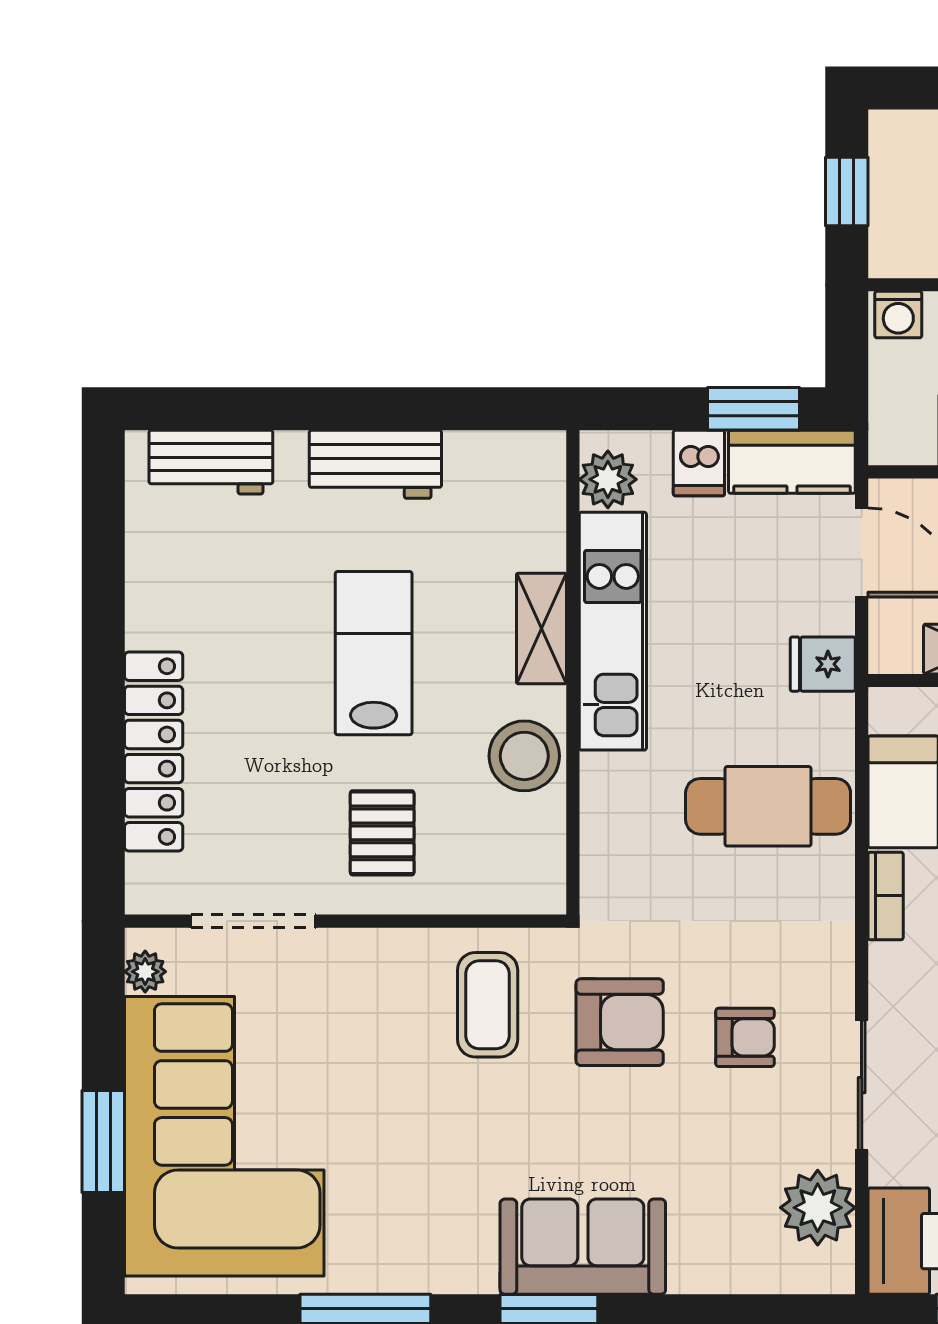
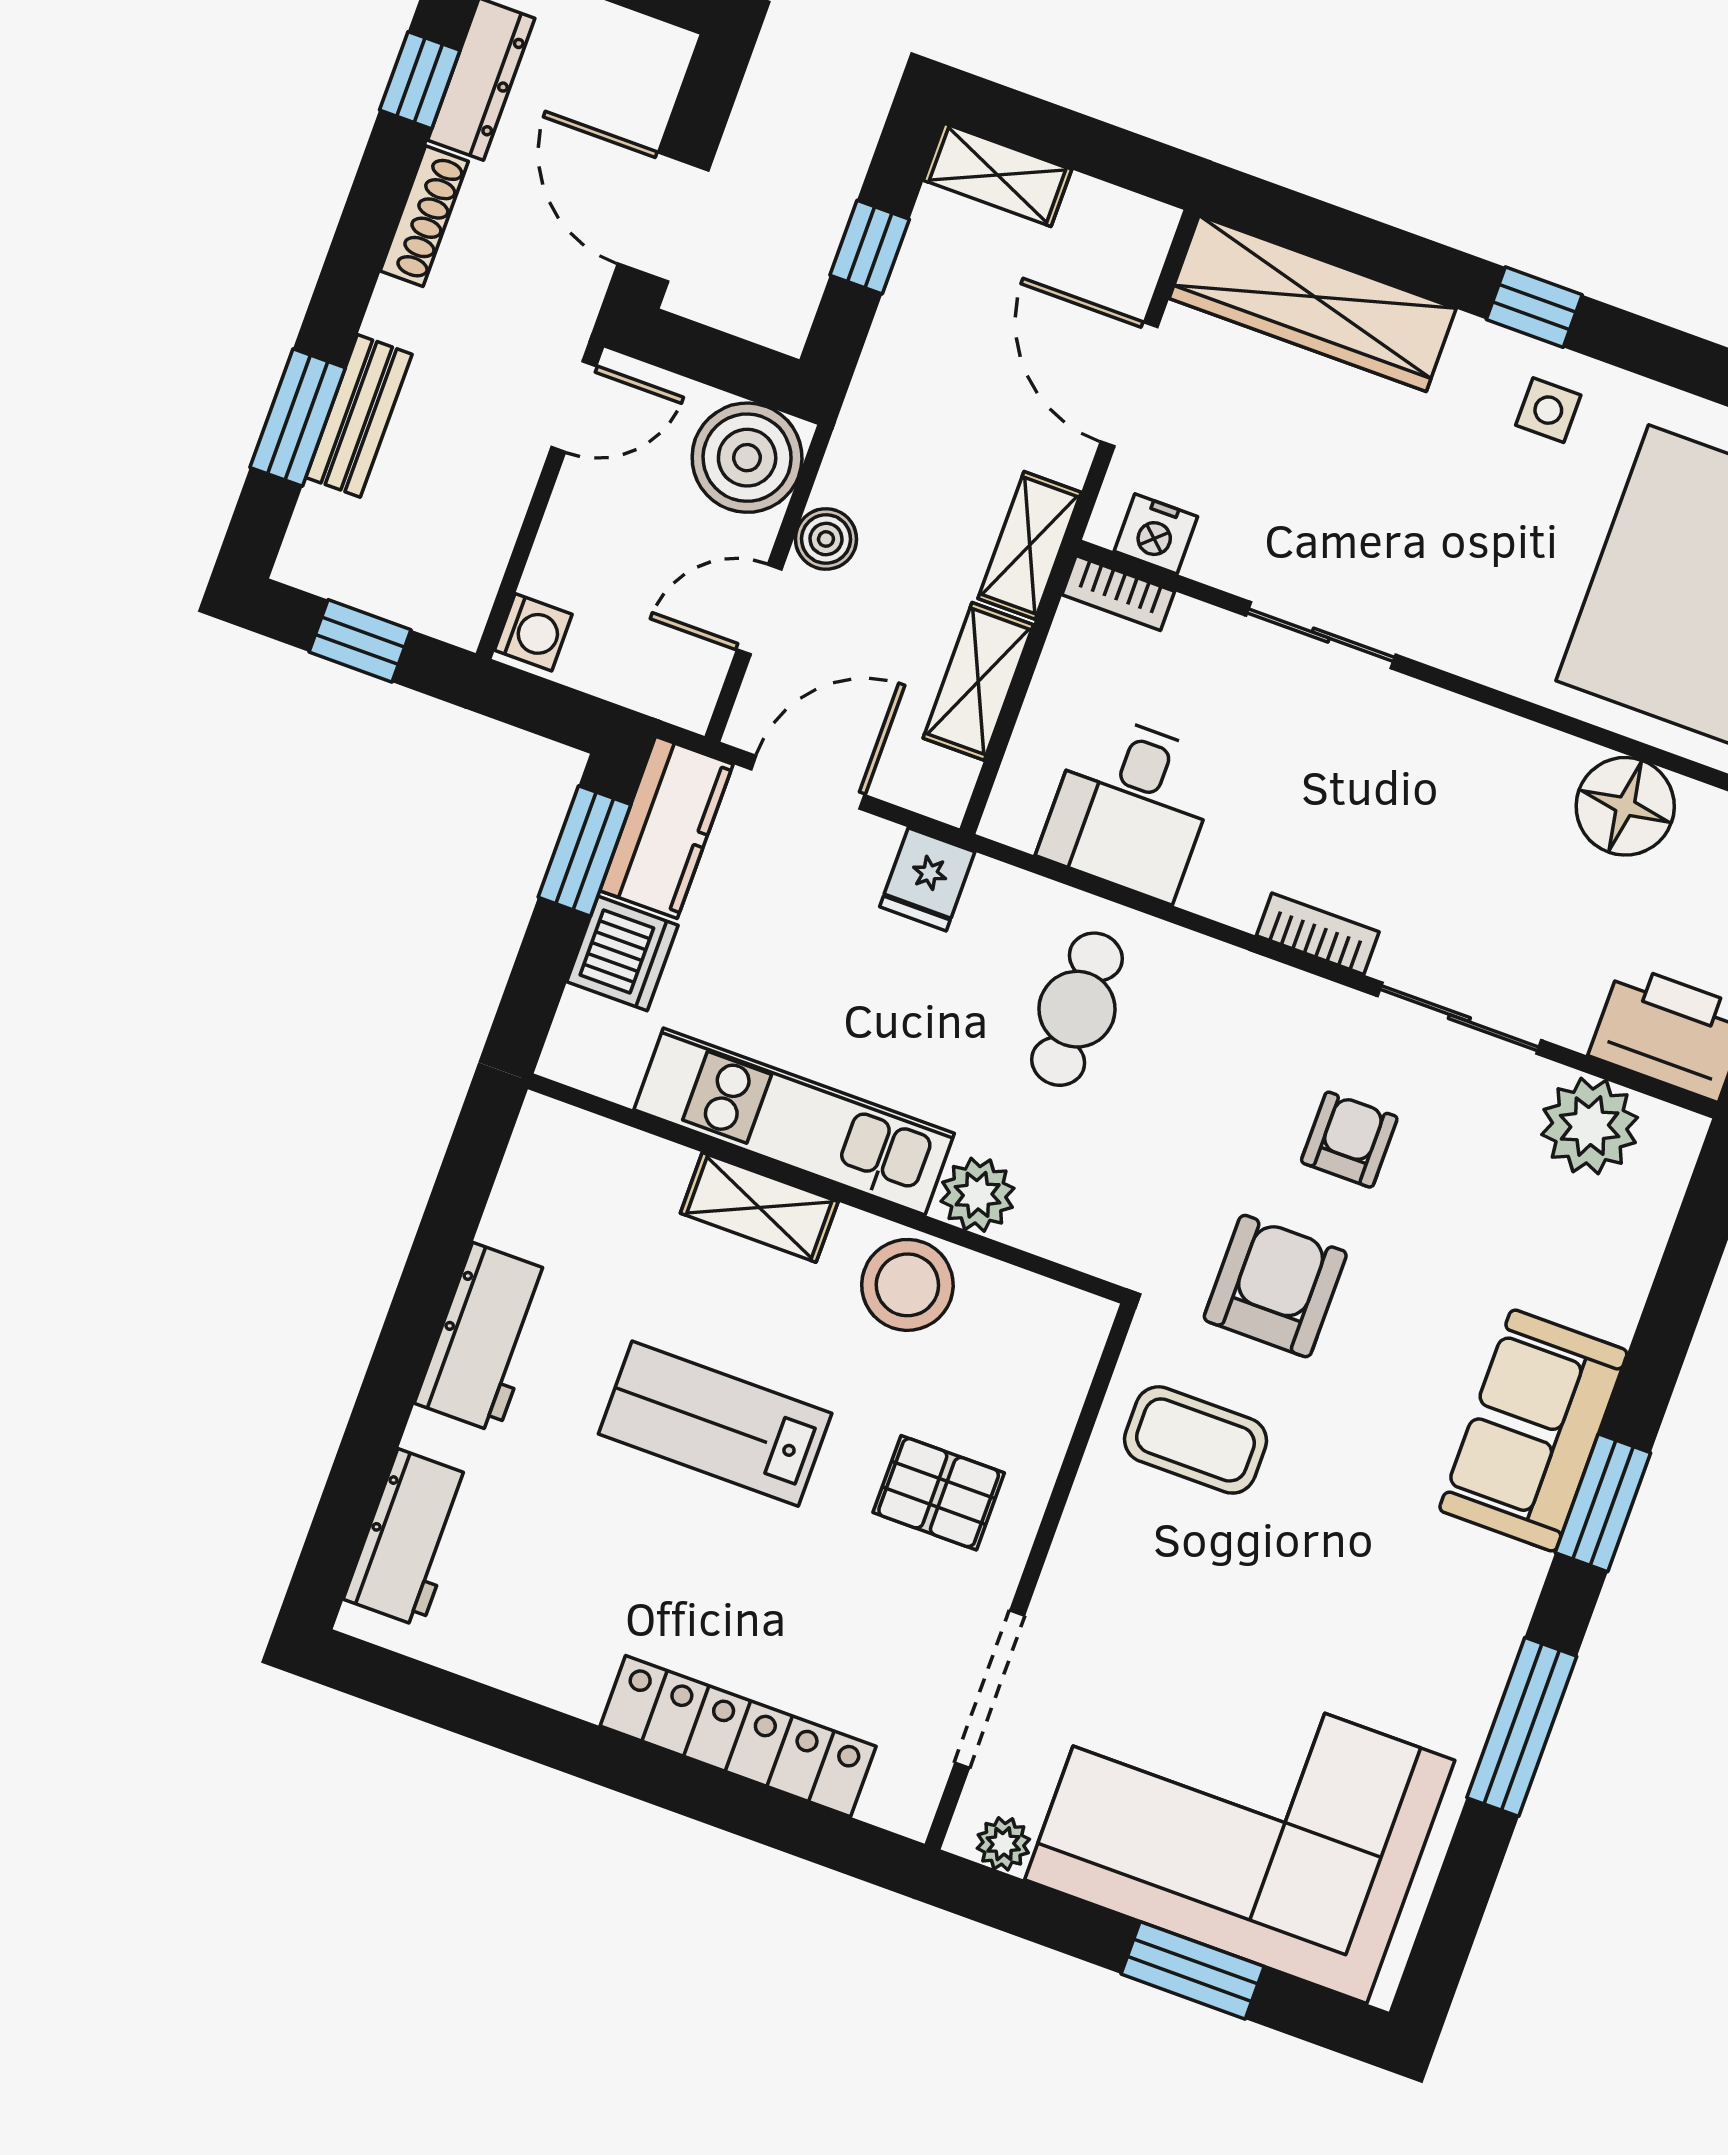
dishwasher: (699, 463) -> (622, 953), width x1.38
plant: (608, 479) -> (978, 1195), moved
cafe table: (768, 806) -> (1077, 1009), width x0.73, depth x0.74
bookcase: (886, 896) -> (1318, 934), moved

